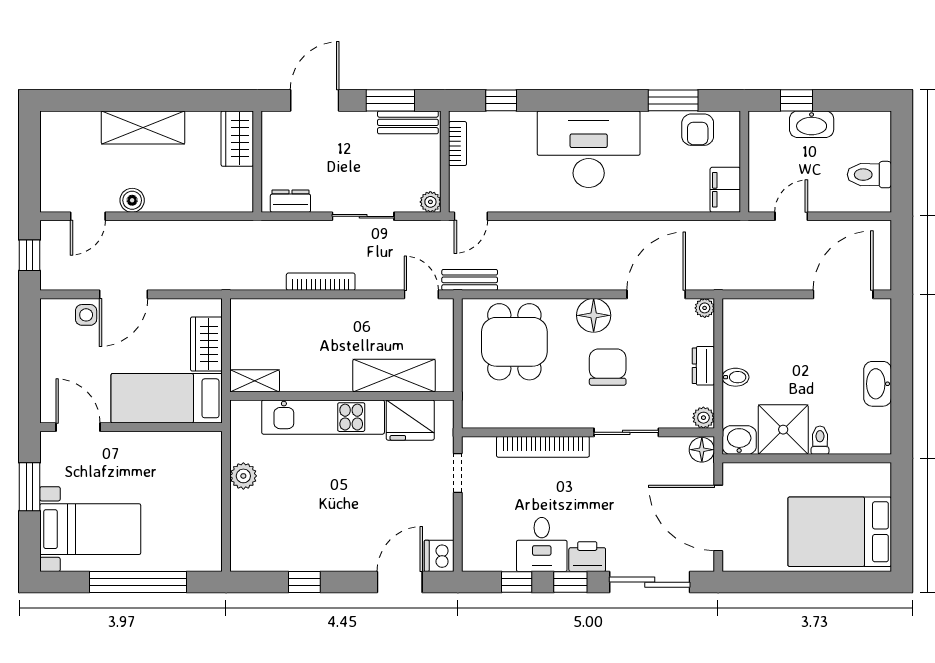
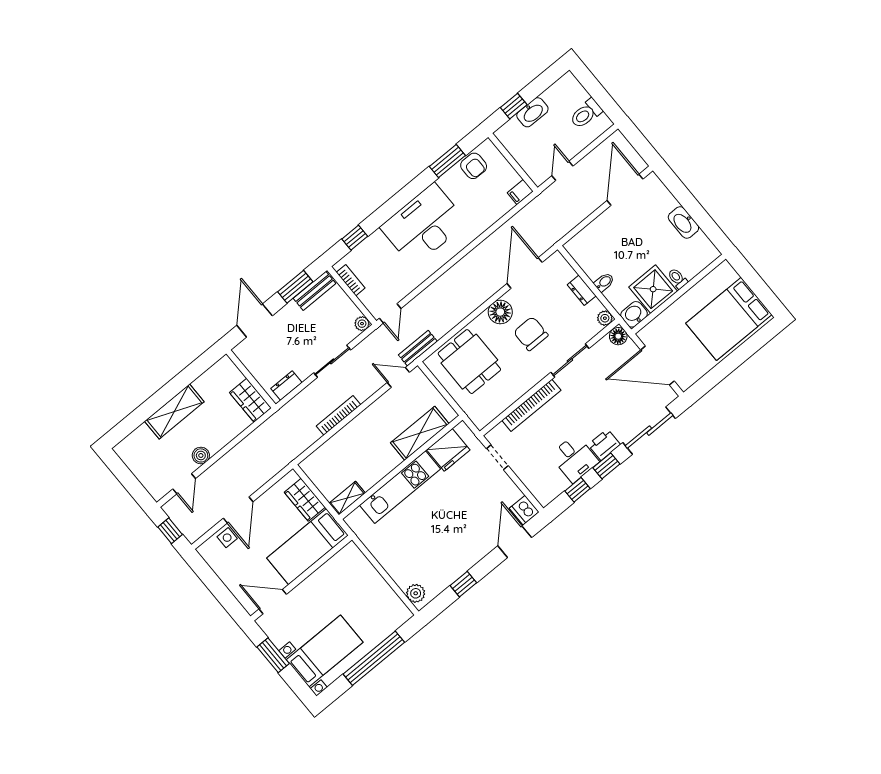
wardrobe: (237, 139) -> (250, 400), moved
filing cabinet: (725, 190) -> (520, 192), width x0.50
plant: (705, 308) -> (557, 259), removed
plant: (243, 476) -> (416, 593), moved

